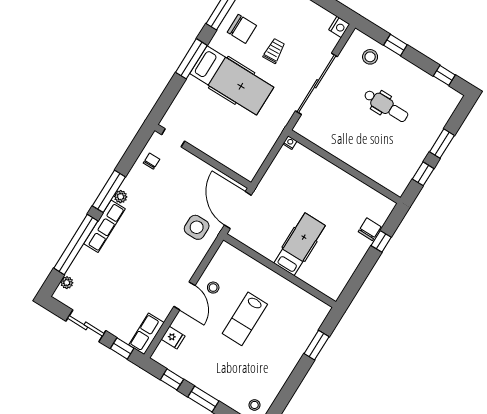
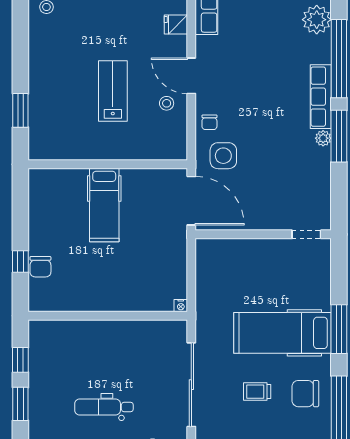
trolley: (274, 51) -> (257, 392), turned 93
chair: (152, 161) -> (209, 122), moved
plant: (67, 283) -> (317, 20), width x1.88, depth x1.88

